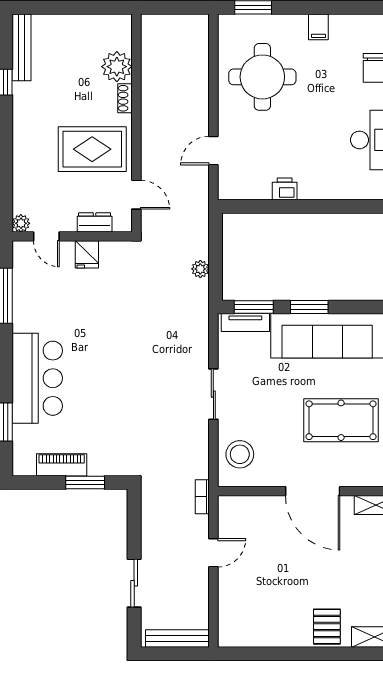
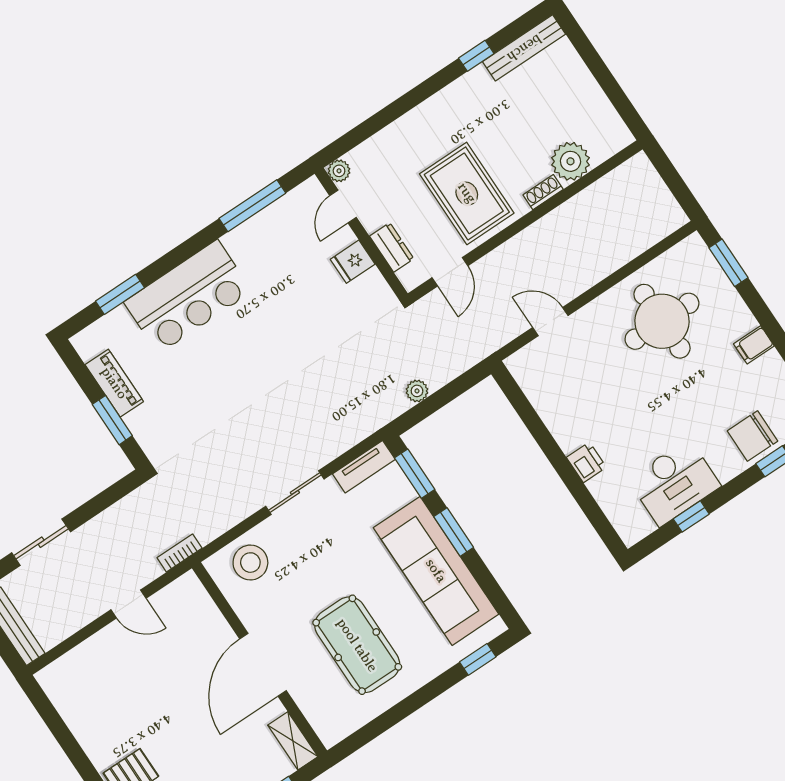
printer: (285, 189) -> (586, 462), moved
tv unit: (245, 323) -> (364, 467), moved, turned -90

